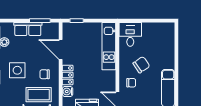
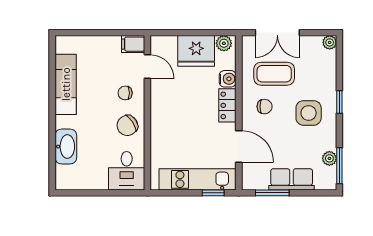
kitchen unit: (109, 46) -> (198, 179), moved, turned -90
washbasin: (168, 49) -> (66, 147), added
chair: (141, 65) -> (127, 125), moved

